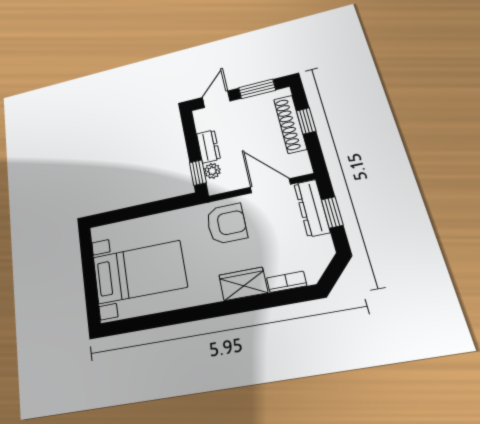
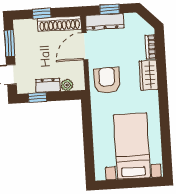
shoe rack: (290, 124) -> (60, 24), moved
window: (198, 173) -> (37, 97), moved

